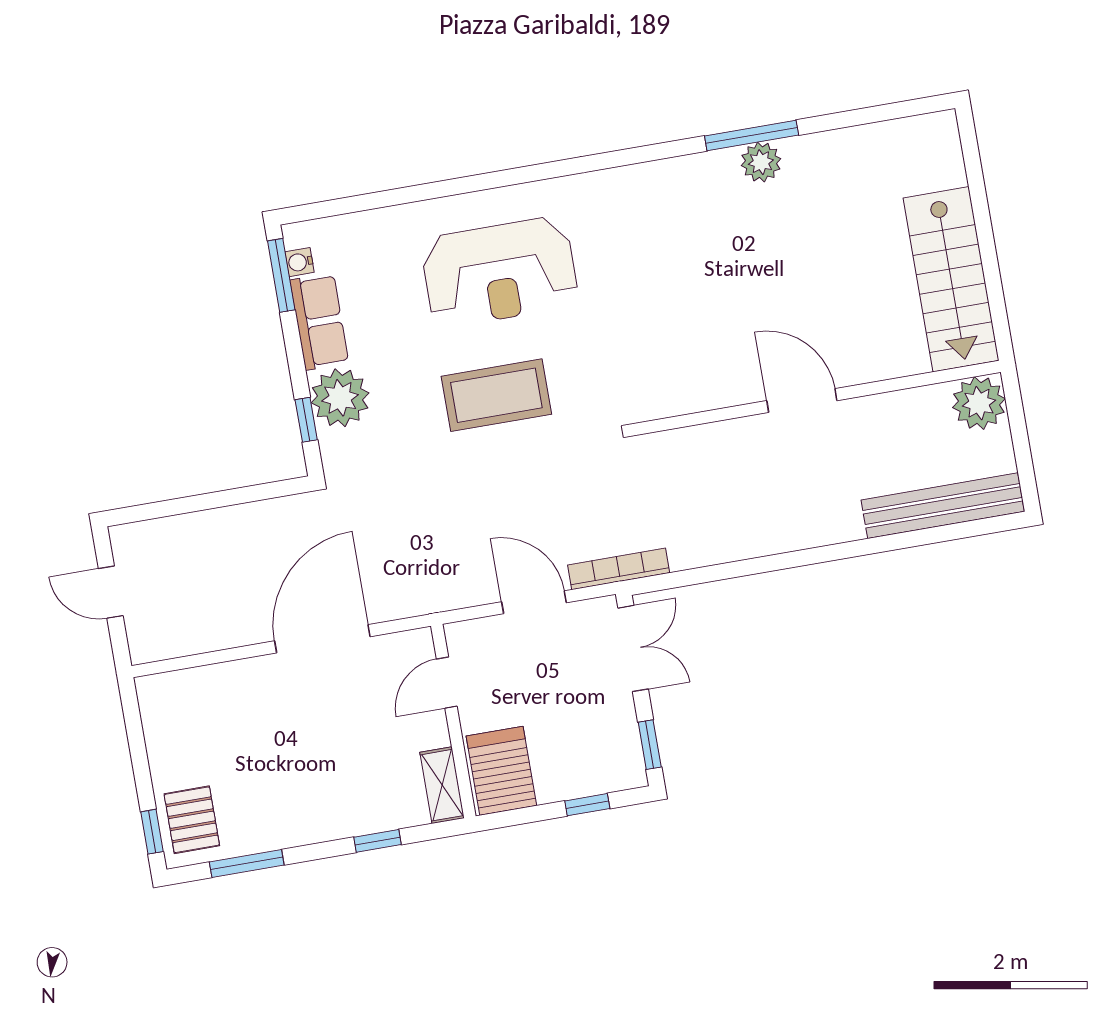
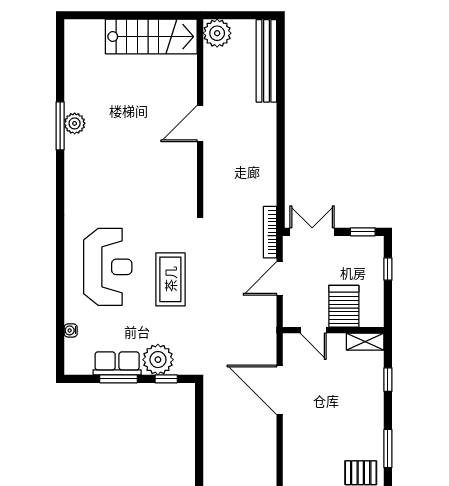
water cooler: (300, 262) -> (71, 330), moved, turned 90
window: (281, 275) -> (118, 379), moved
server rack: (501, 771) -> (344, 306), moved, turned 90

